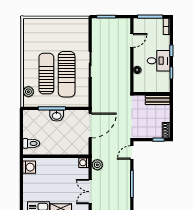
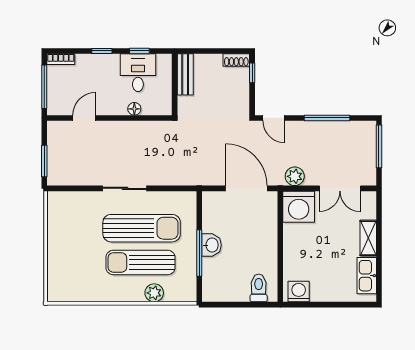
door: (132, 40) -> (84, 118), hinge flipped
desk: (159, 61) -> (138, 73), moved
plant: (28, 92) -> (154, 293), moved
door: (90, 126) -> (246, 188), moved
washing machine: (84, 163) -> (299, 207), width x1.89, depth x1.89

